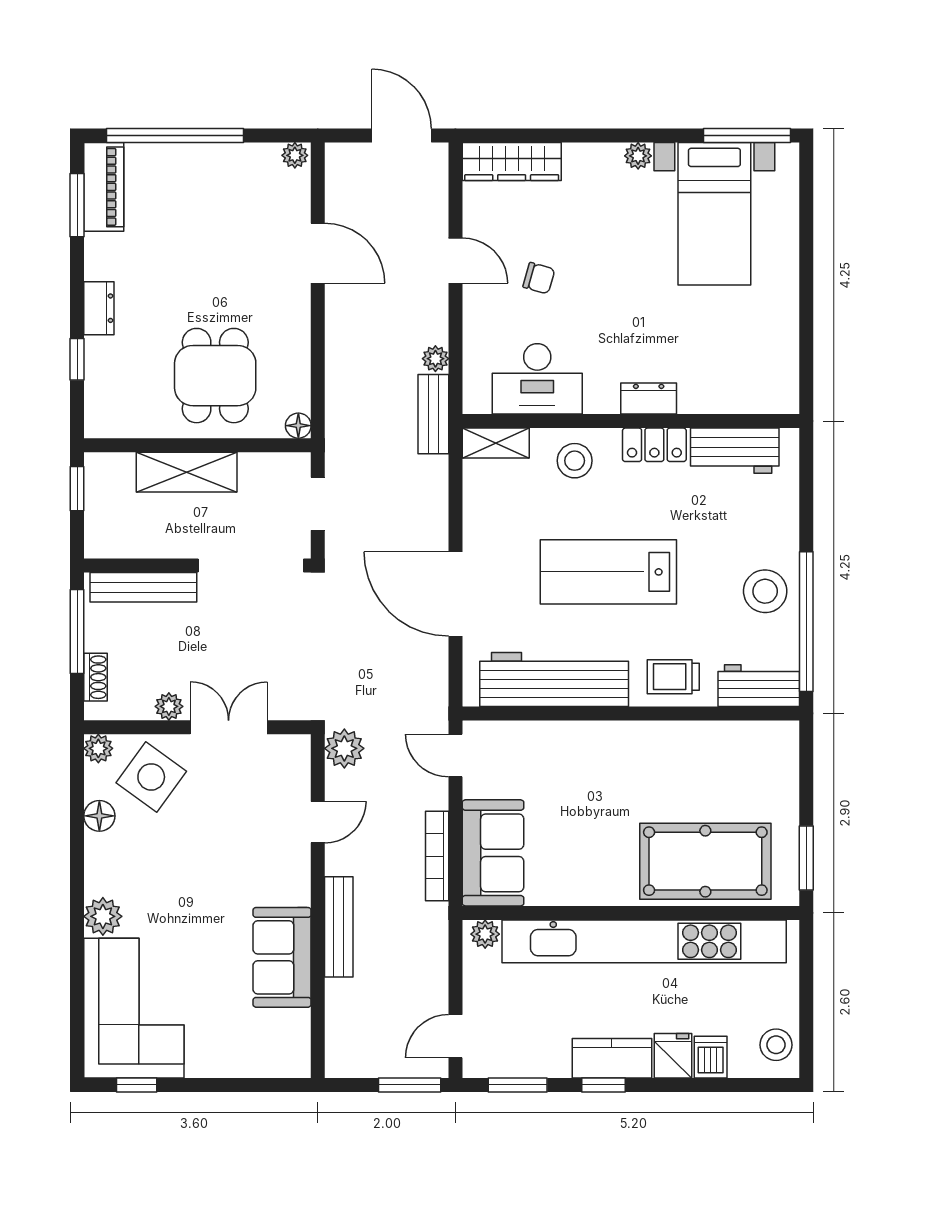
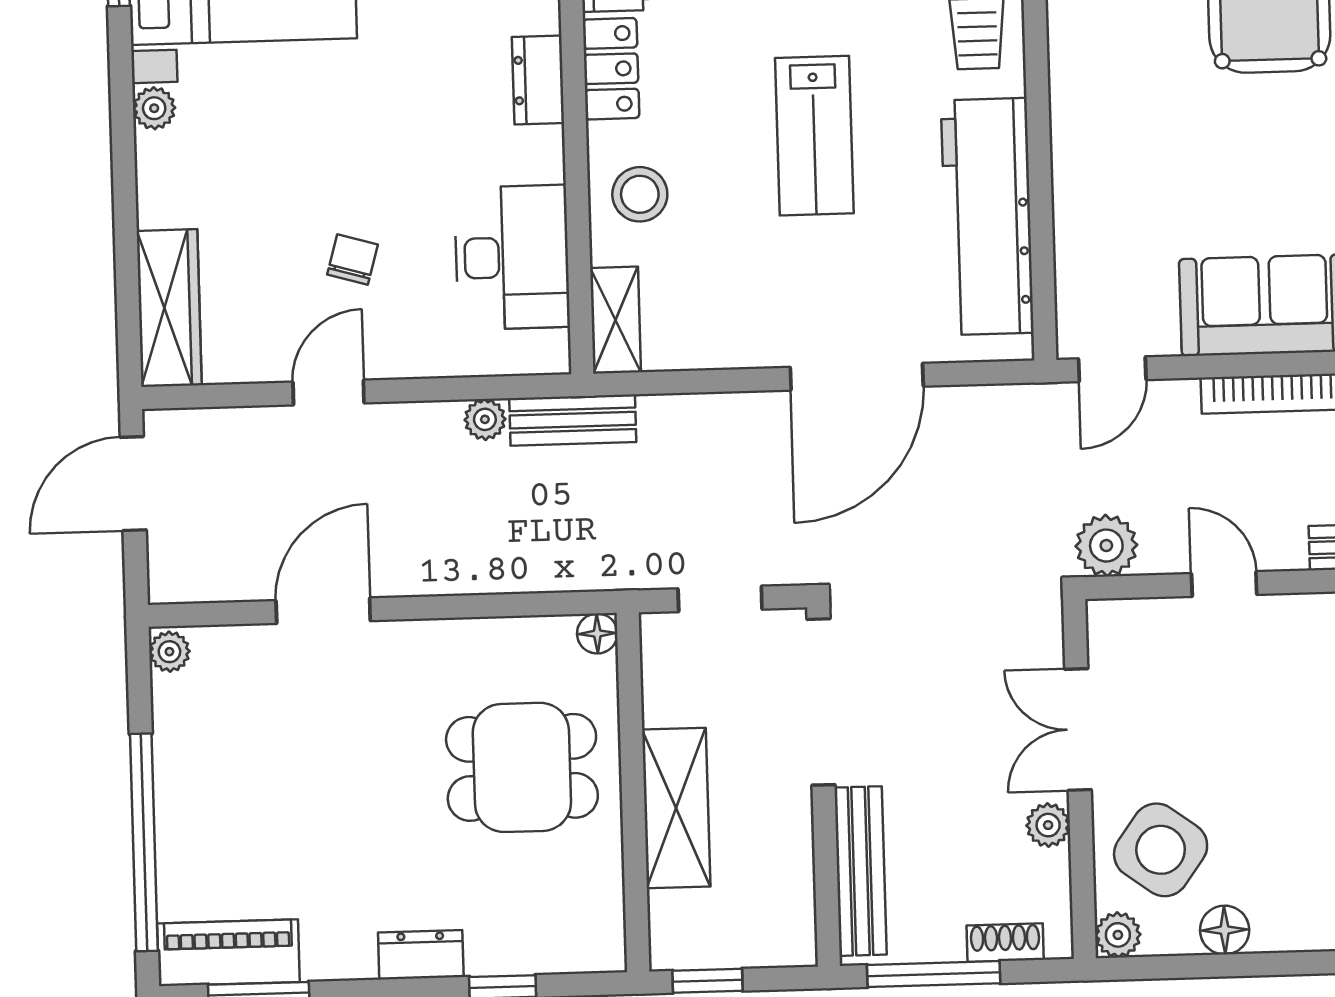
lab bench: (608, 572) -> (814, 136), width x0.73, depth x0.72

